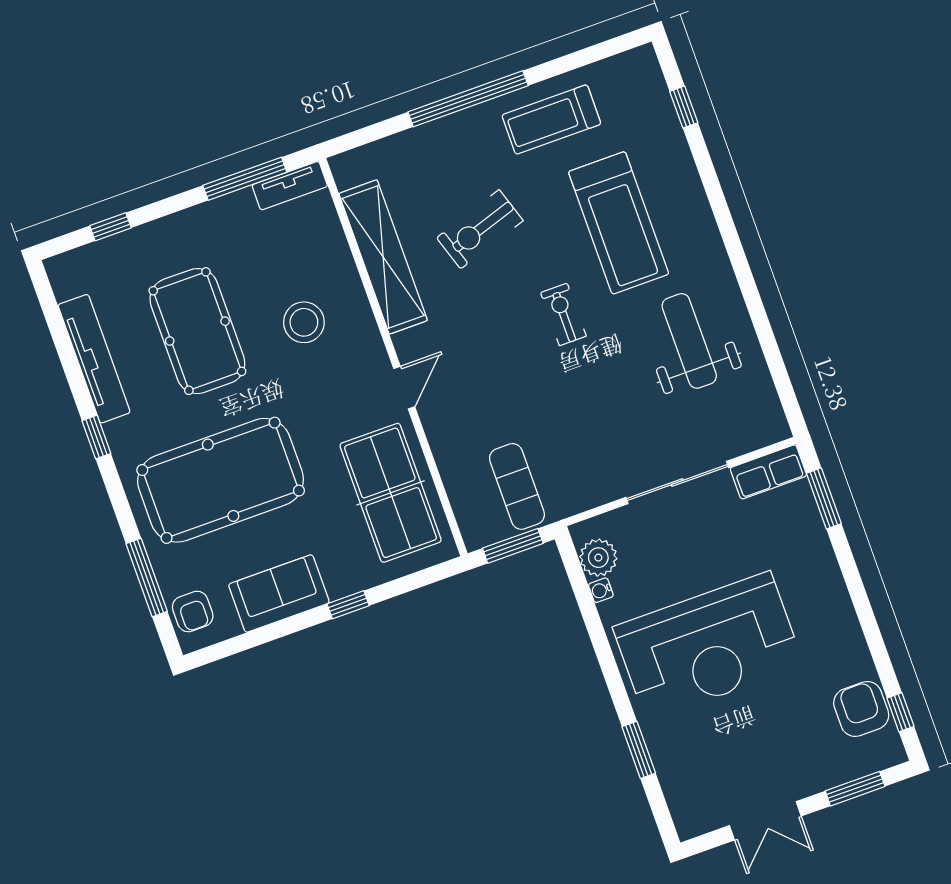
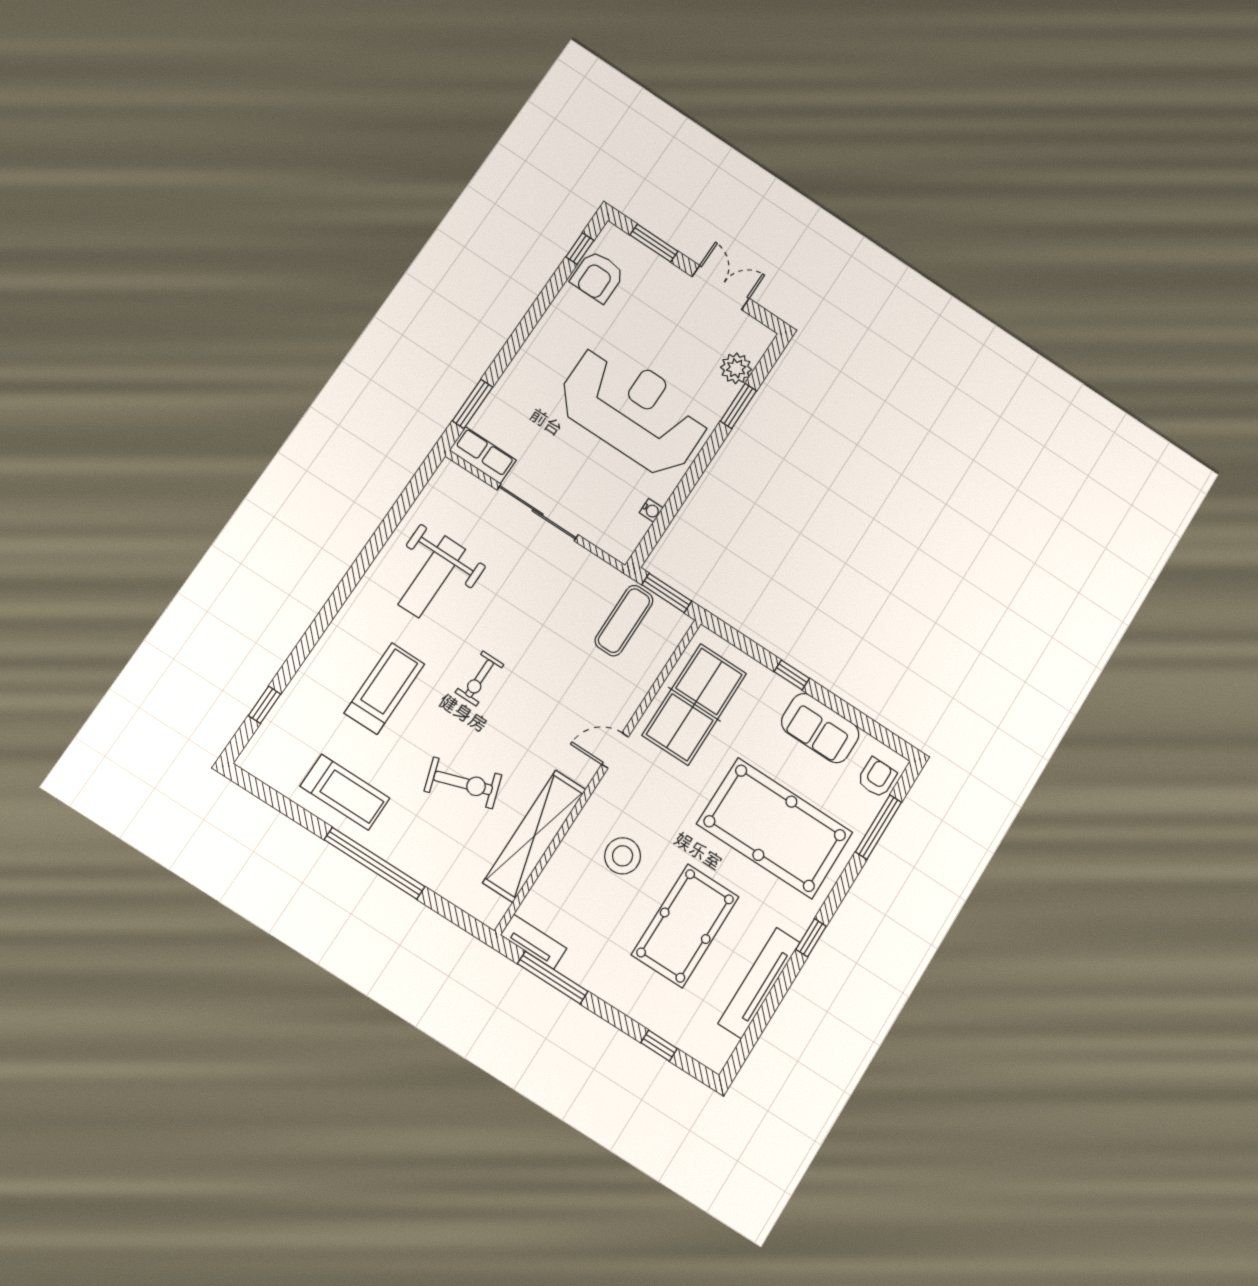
treadmill: (619, 223) -> (384, 688), width x0.73, depth x0.73
plant: (598, 558) -> (736, 368), moved

